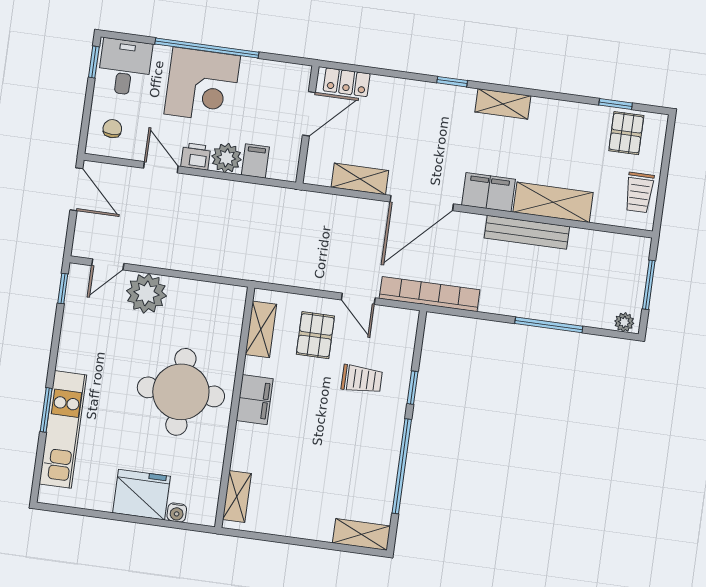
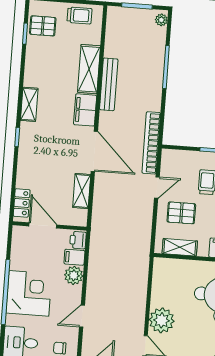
printer: (196, 156) -> (78, 240), moved

